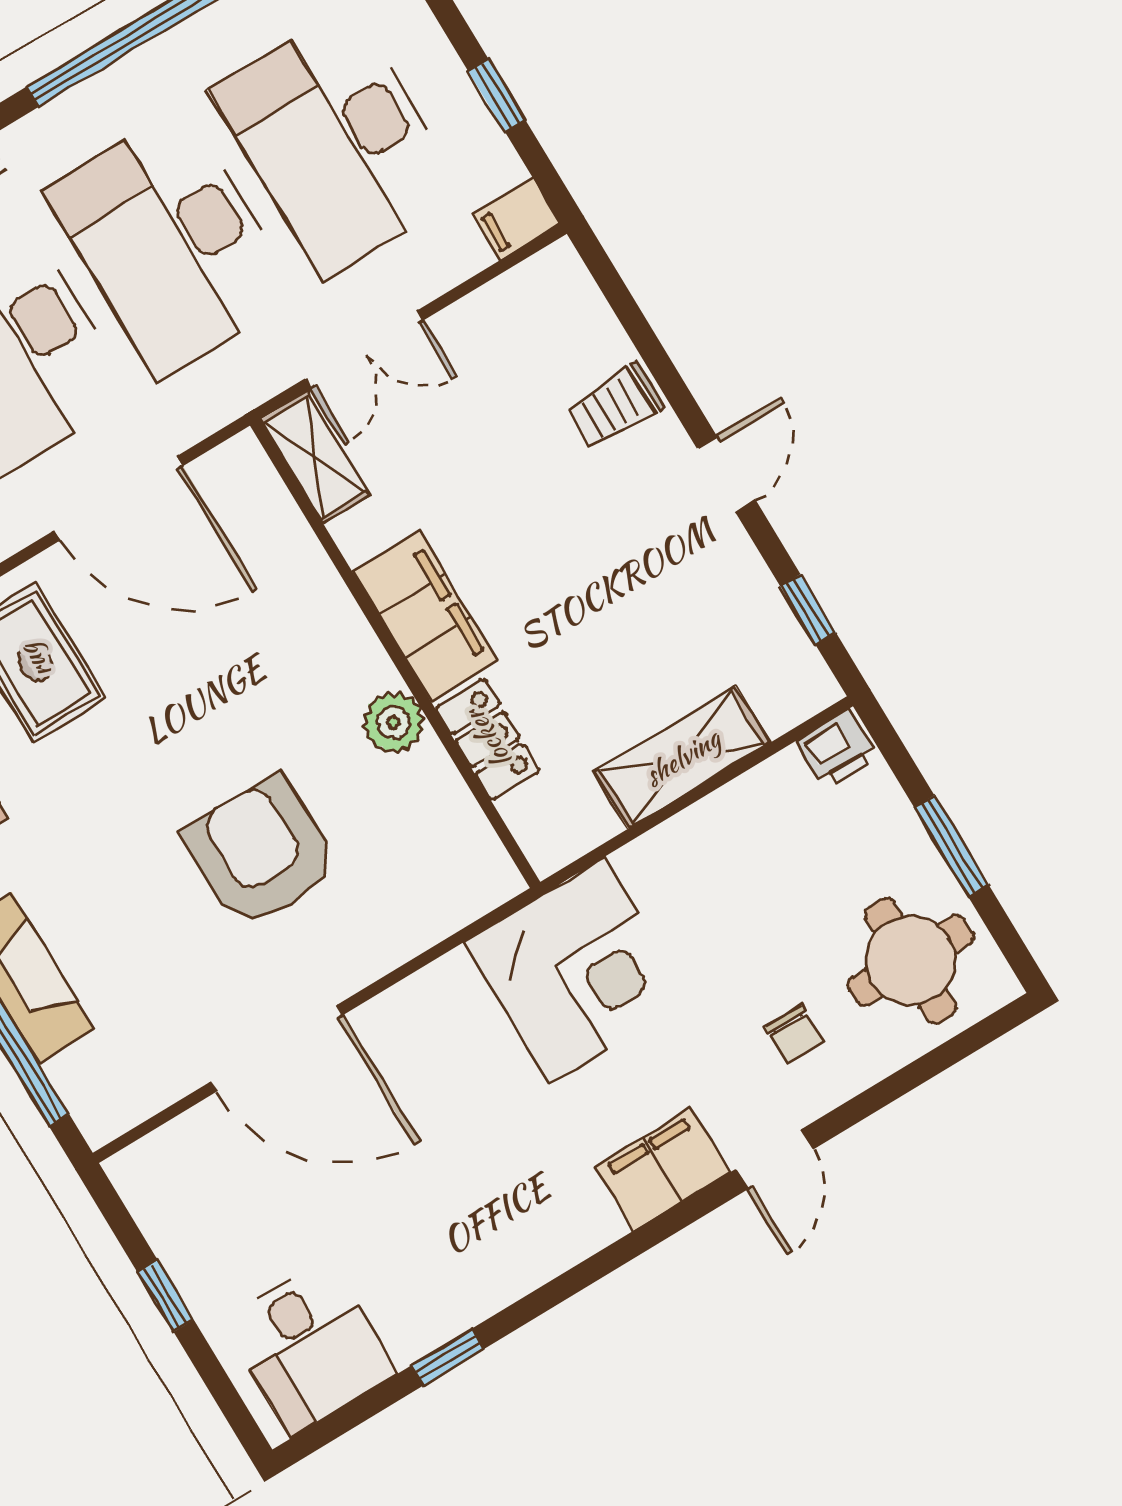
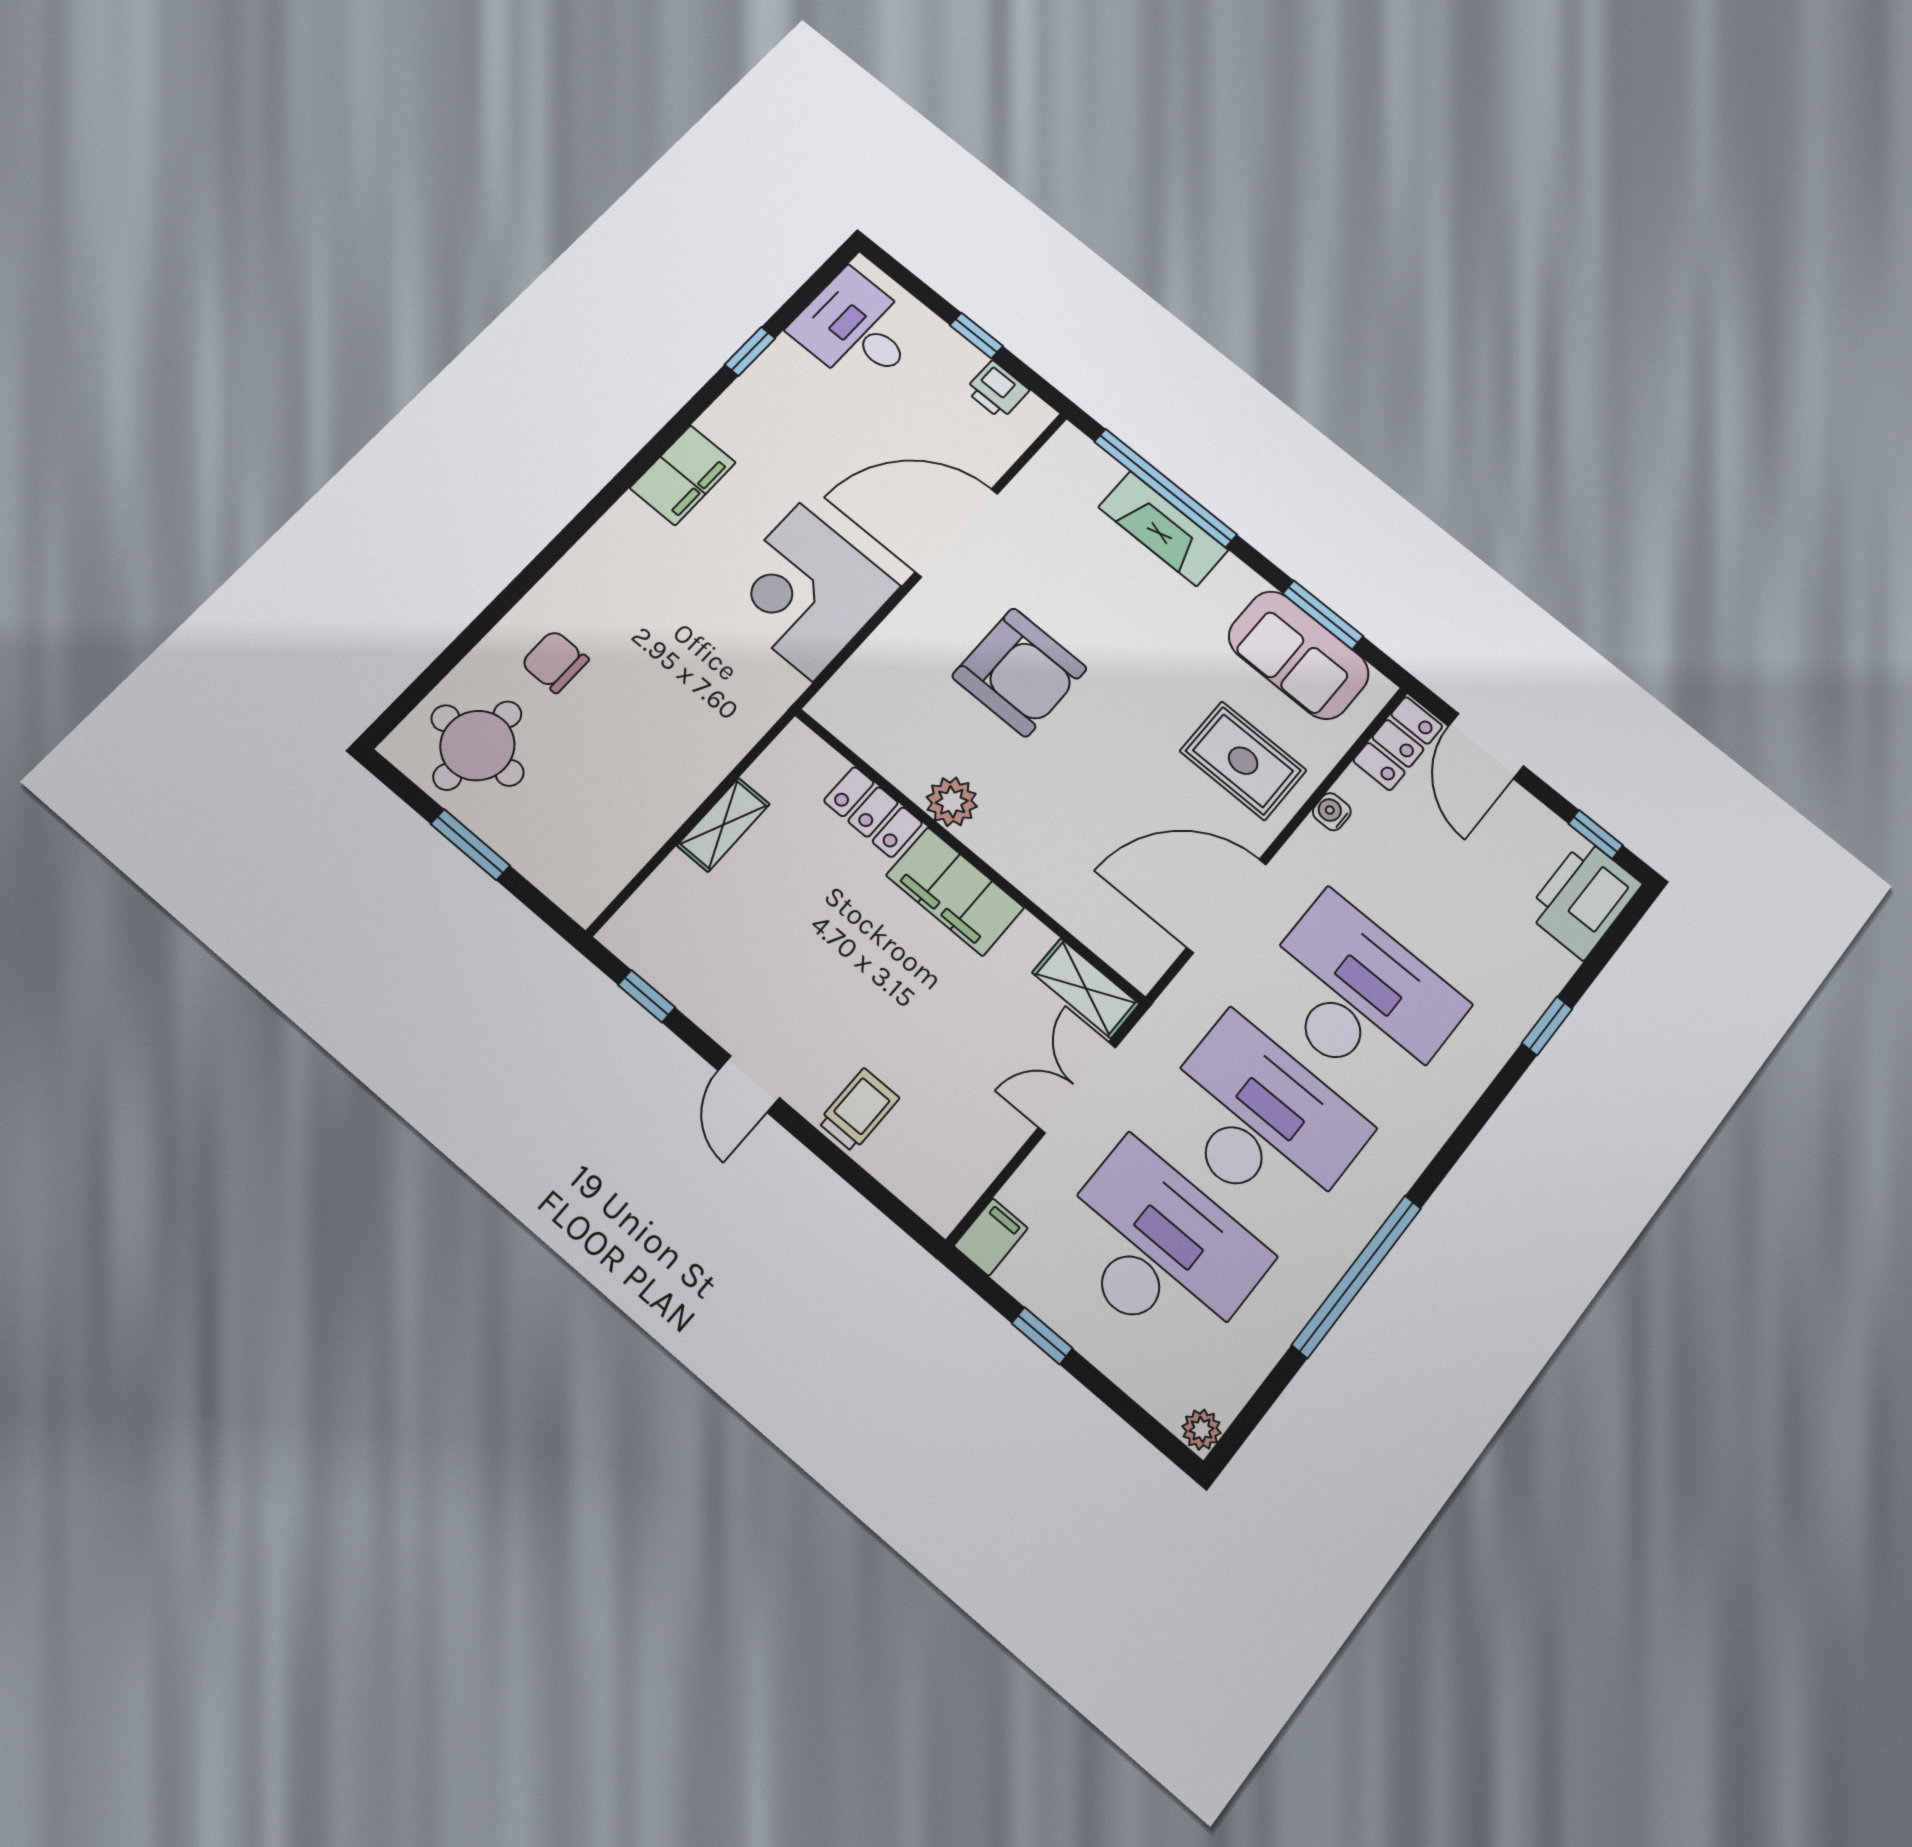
printer: (837, 749) -> (997, 390), moved, turned -90
shelving: (682, 757) -> (723, 825), width x0.67, depth x0.75
corner desk: (577, 970) -> (806, 592), moved
chair: (794, 1034) -> (555, 661), width x1.37, depth x1.37
door: (774, 1159) -> (542, 564), removed
filing cabinet: (662, 1169) -> (683, 475), moved

